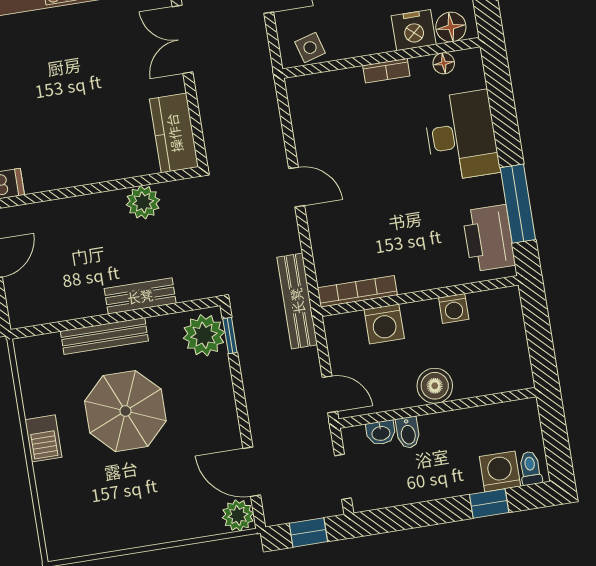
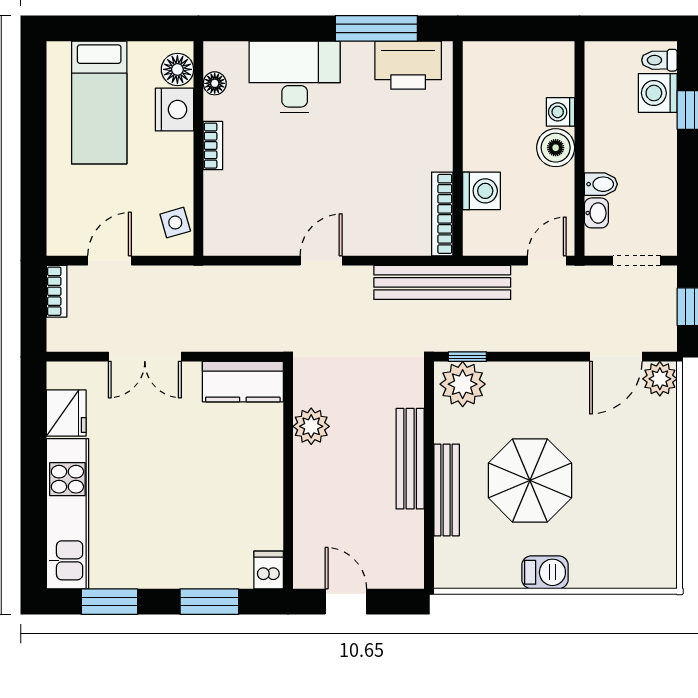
bench: (140, 296) -> (410, 459), width x1.36
bench: (297, 301) -> (442, 282), width x1.37, depth x1.21
washing machine: (454, 308) -> (560, 112), moved, turned 180

